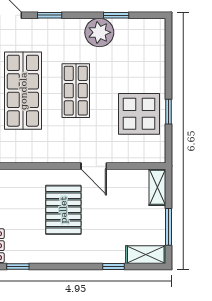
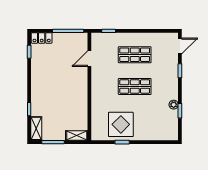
plant: (99, 32) -> (174, 105), width x0.53, depth x0.53
shop shelf: (23, 91) -> (135, 55), width x0.70, depth x0.74
door: (94, 166) -> (89, 59), moved
pallet: (63, 210) -> (63, 79), removed

